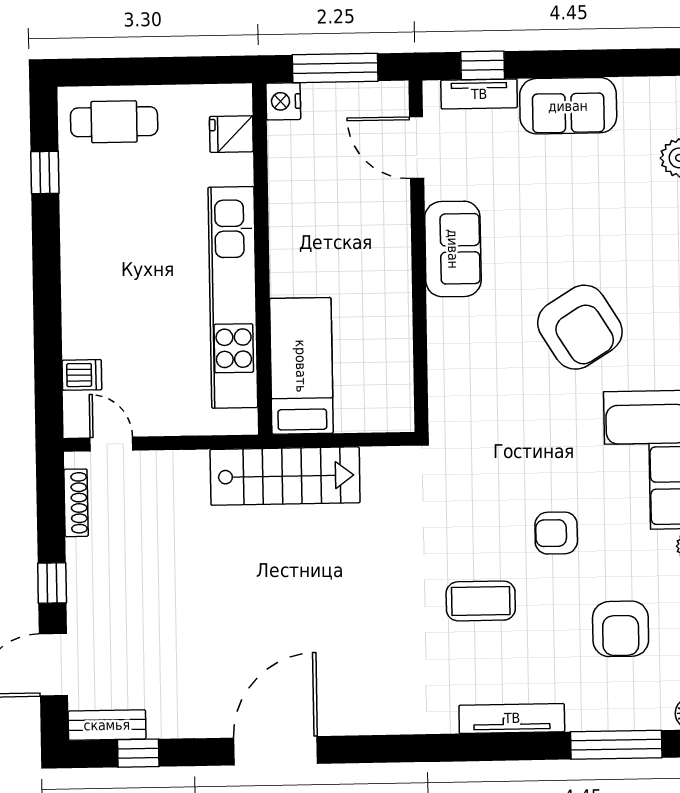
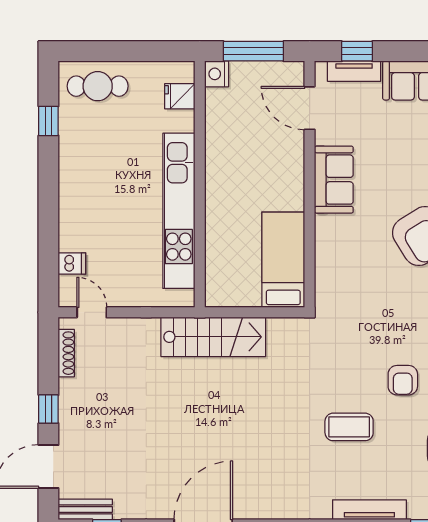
bed: (301, 366) -> (283, 260), moved
armchair: (556, 533) -> (403, 380), turned -90

